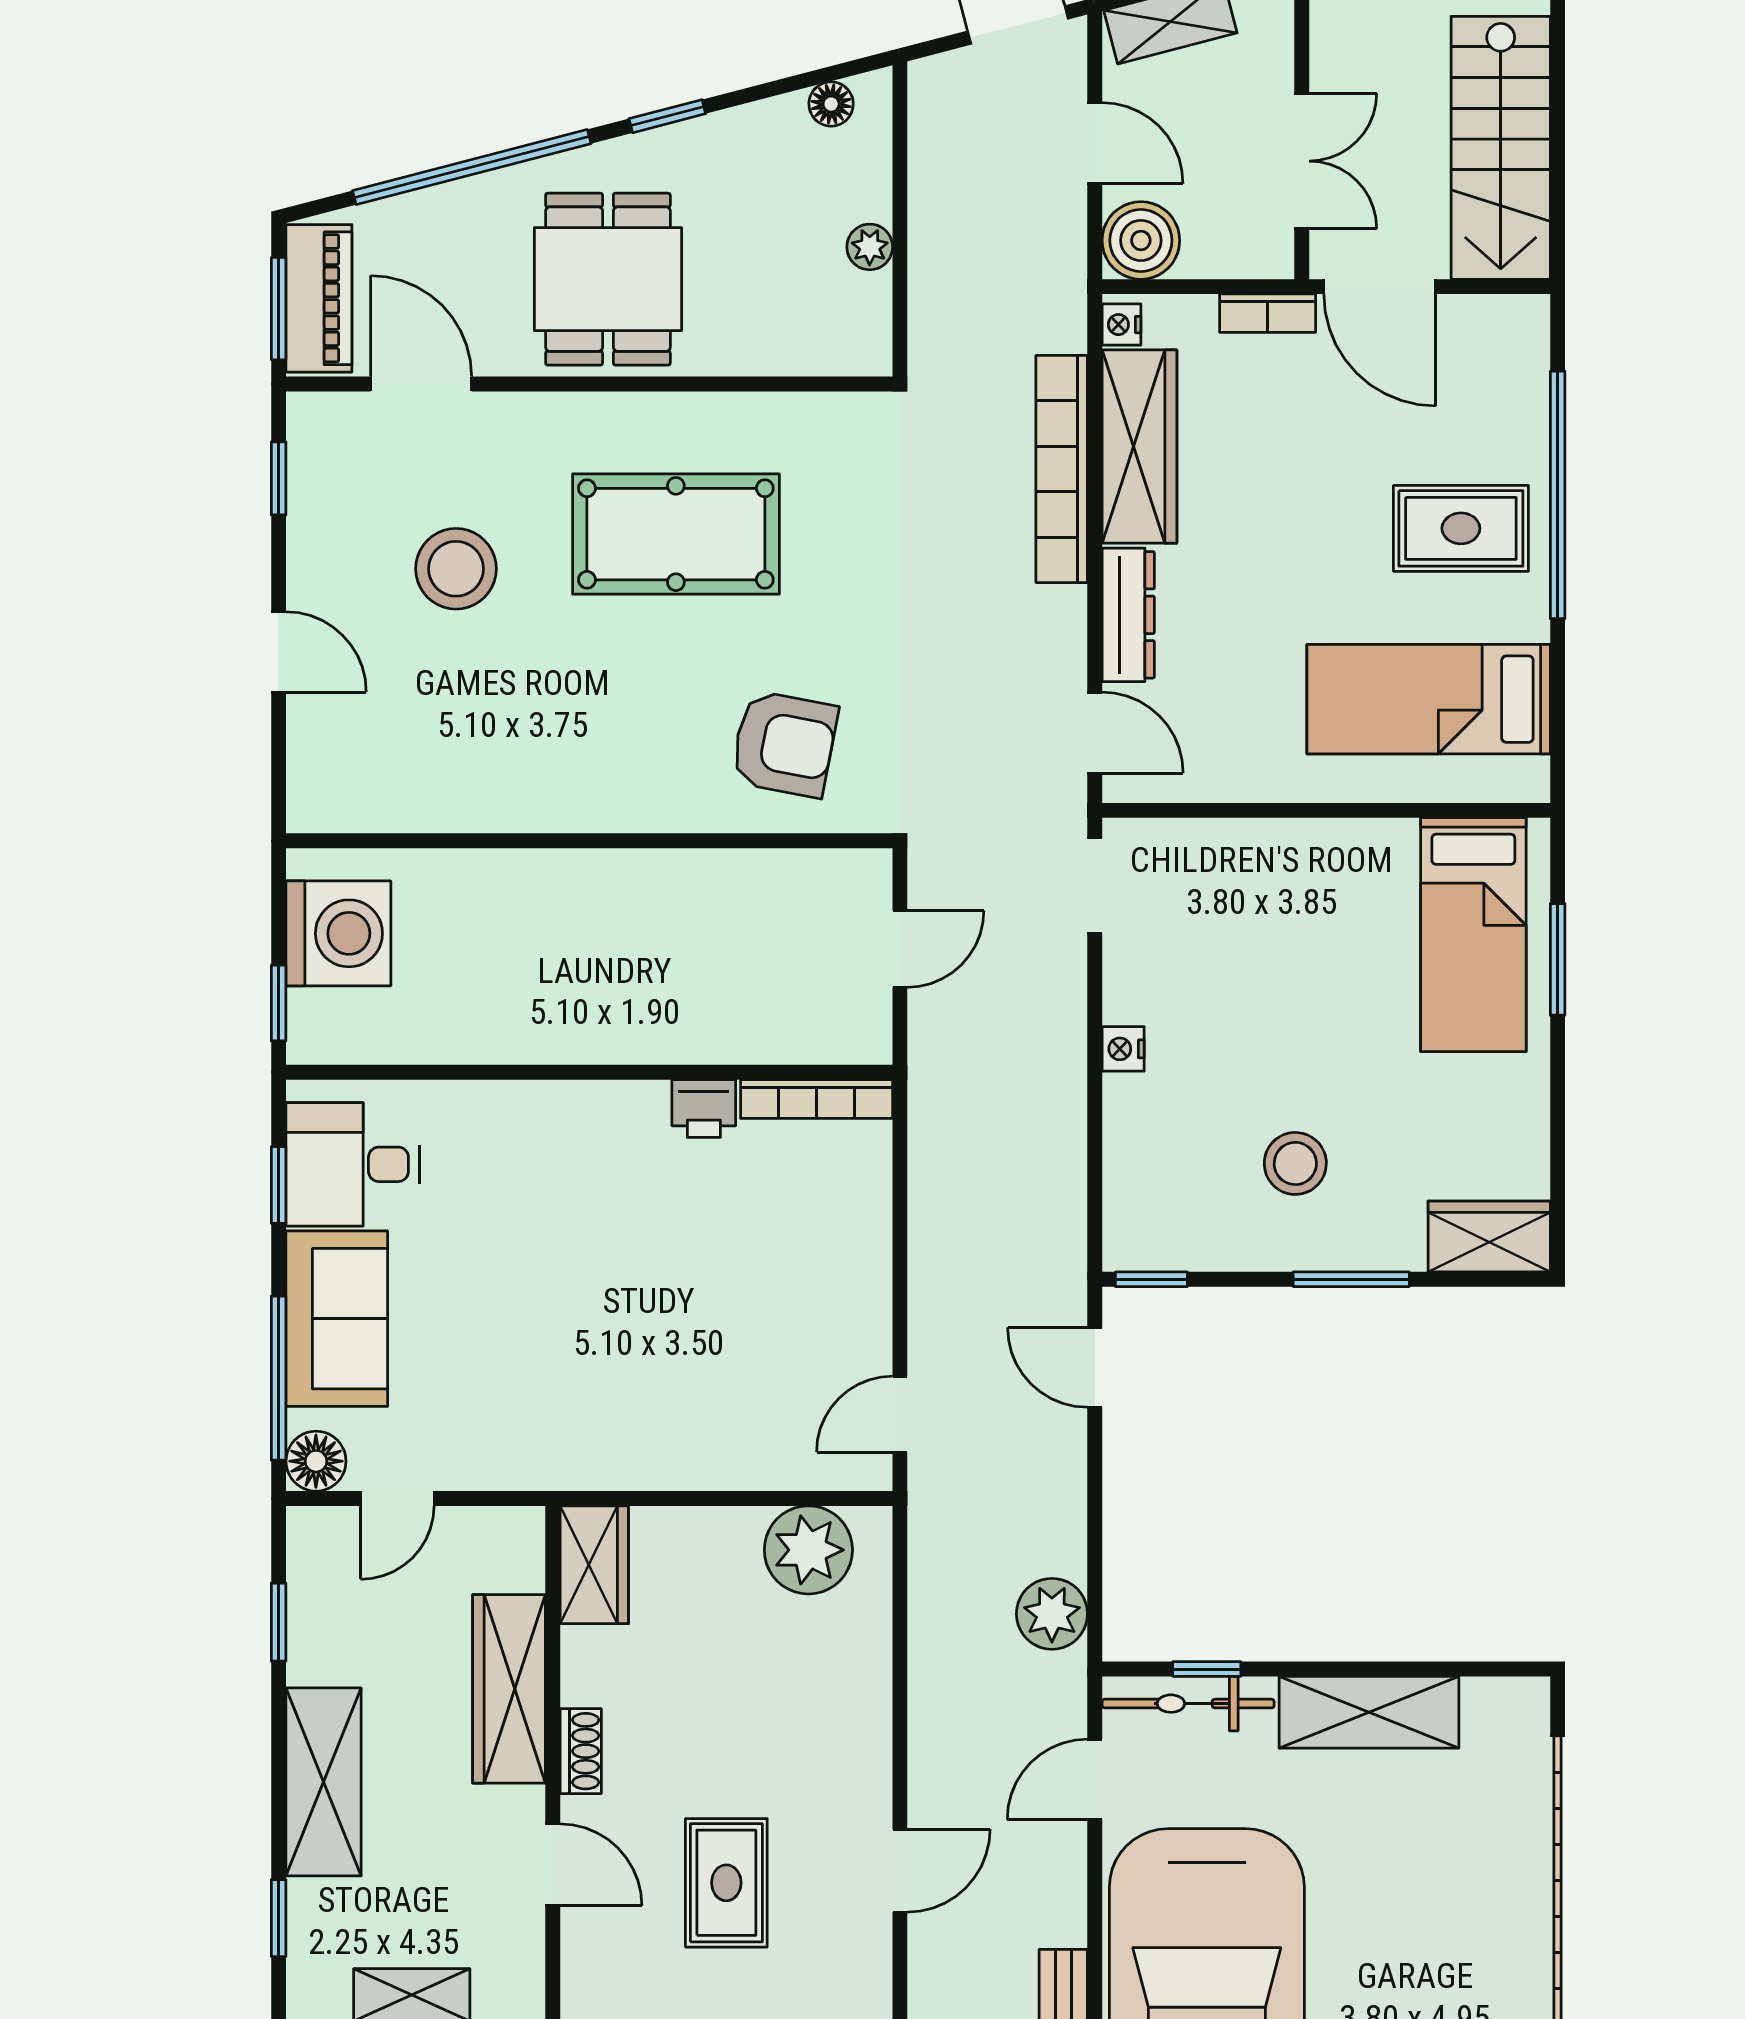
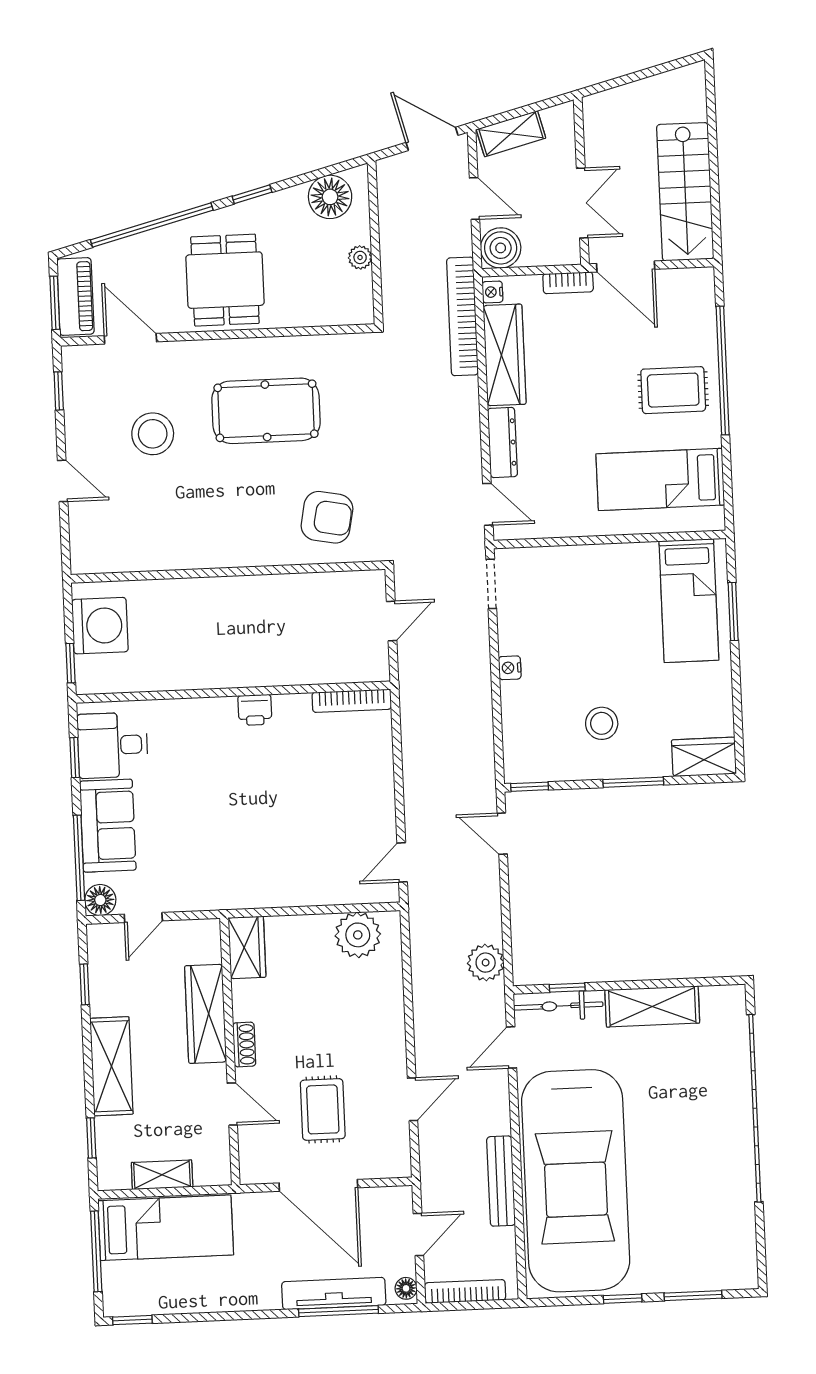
floor lamp: (831, 104) -> (330, 197), width x1.89, depth x1.89
bookcase: (1062, 469) -> (462, 316), moved
printer: (704, 1108) -> (255, 710), moved

